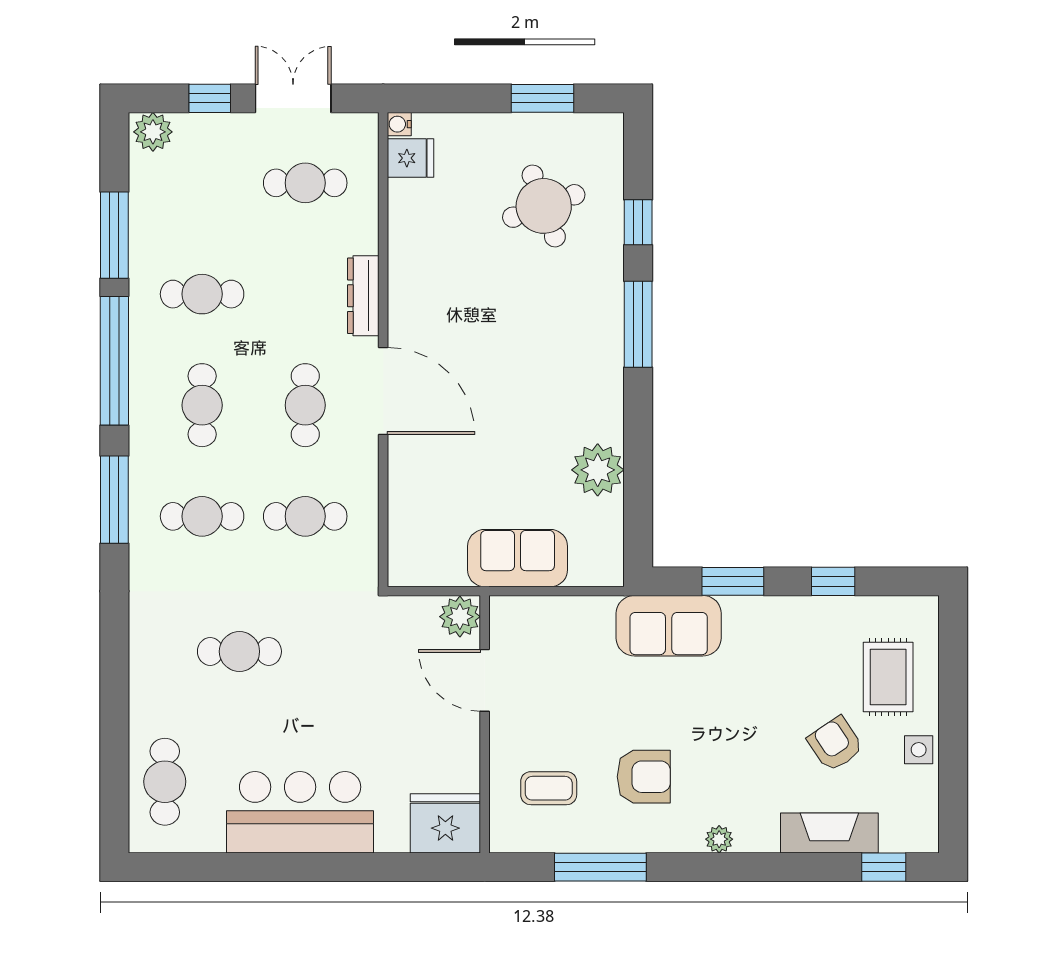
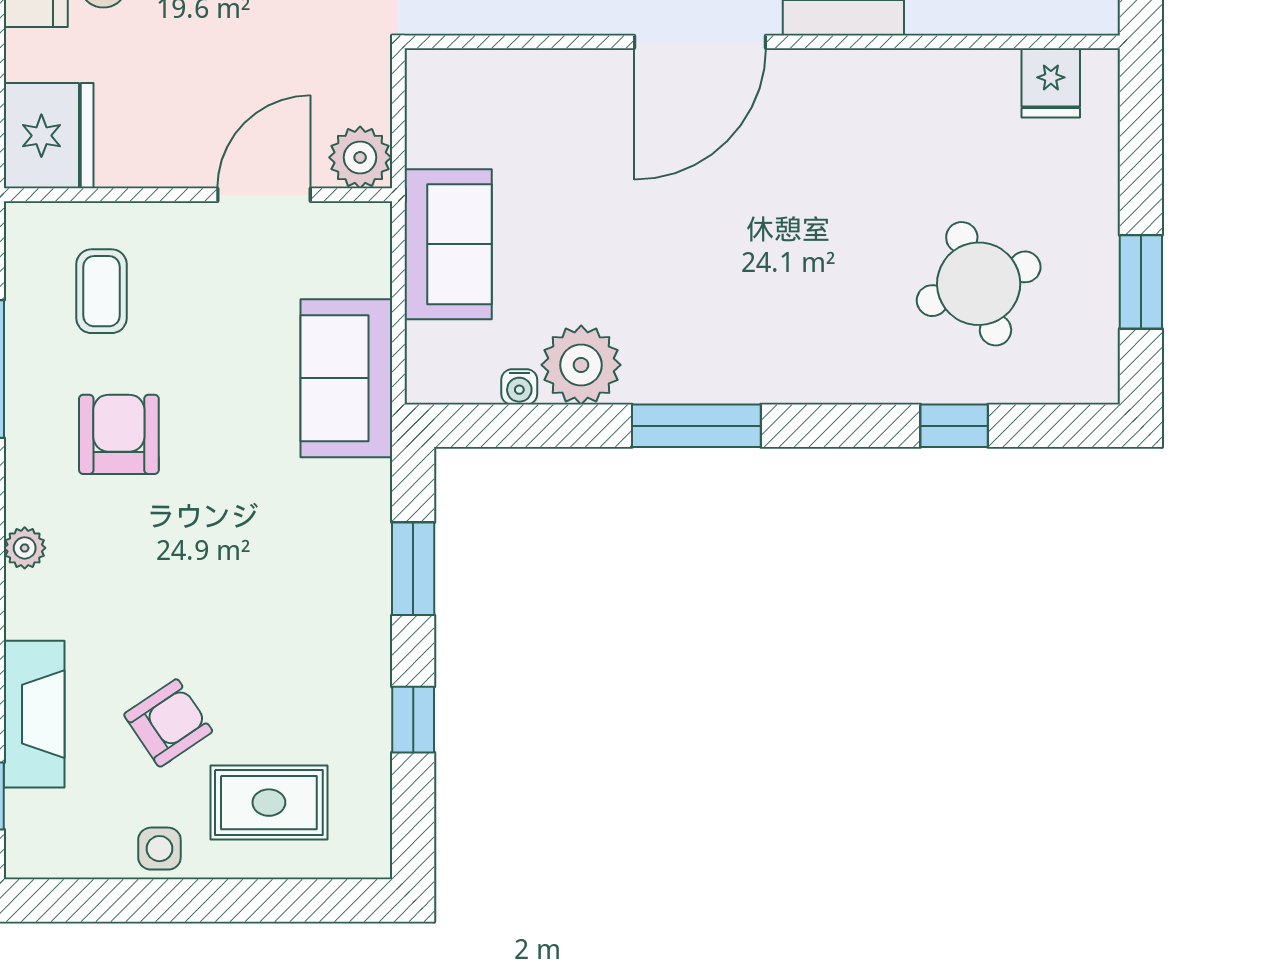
water cooler: (399, 124) -> (519, 387), moved, turned 180
window: (638, 324) -> (696, 426), moved
sofa: (669, 626) -> (346, 378), moved
armchair: (644, 777) -> (119, 434), turned 180

